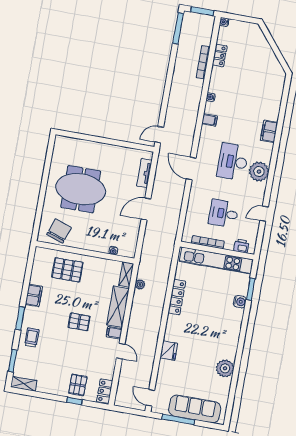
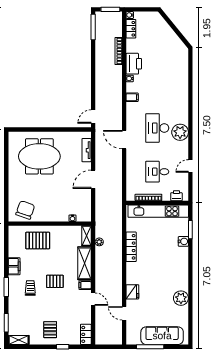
locker: (220, 55) -> (131, 29), moved
printer: (219, 81) -> (134, 64), added
filing cabinet: (269, 131) -> (182, 98), removed
meeting table: (81, 189) -> (39, 156), moved
trolley: (32, 337) -> (30, 288), moved
pallet: (78, 385) -> (50, 330), moved
door: (150, 398) -> (124, 313), moved

